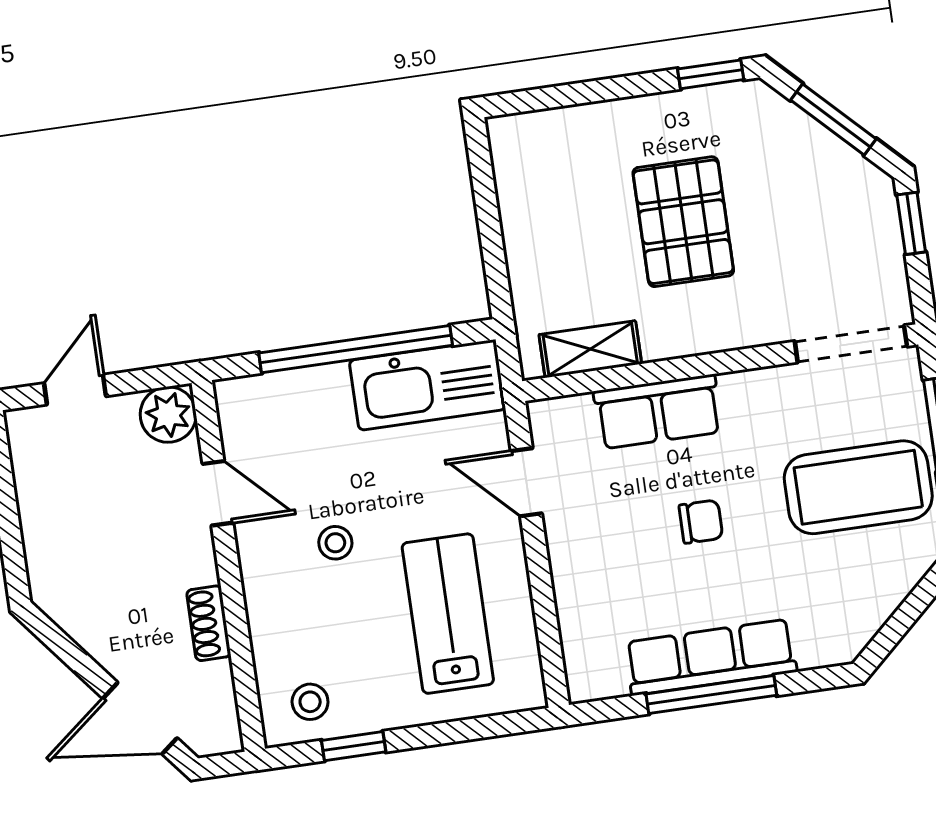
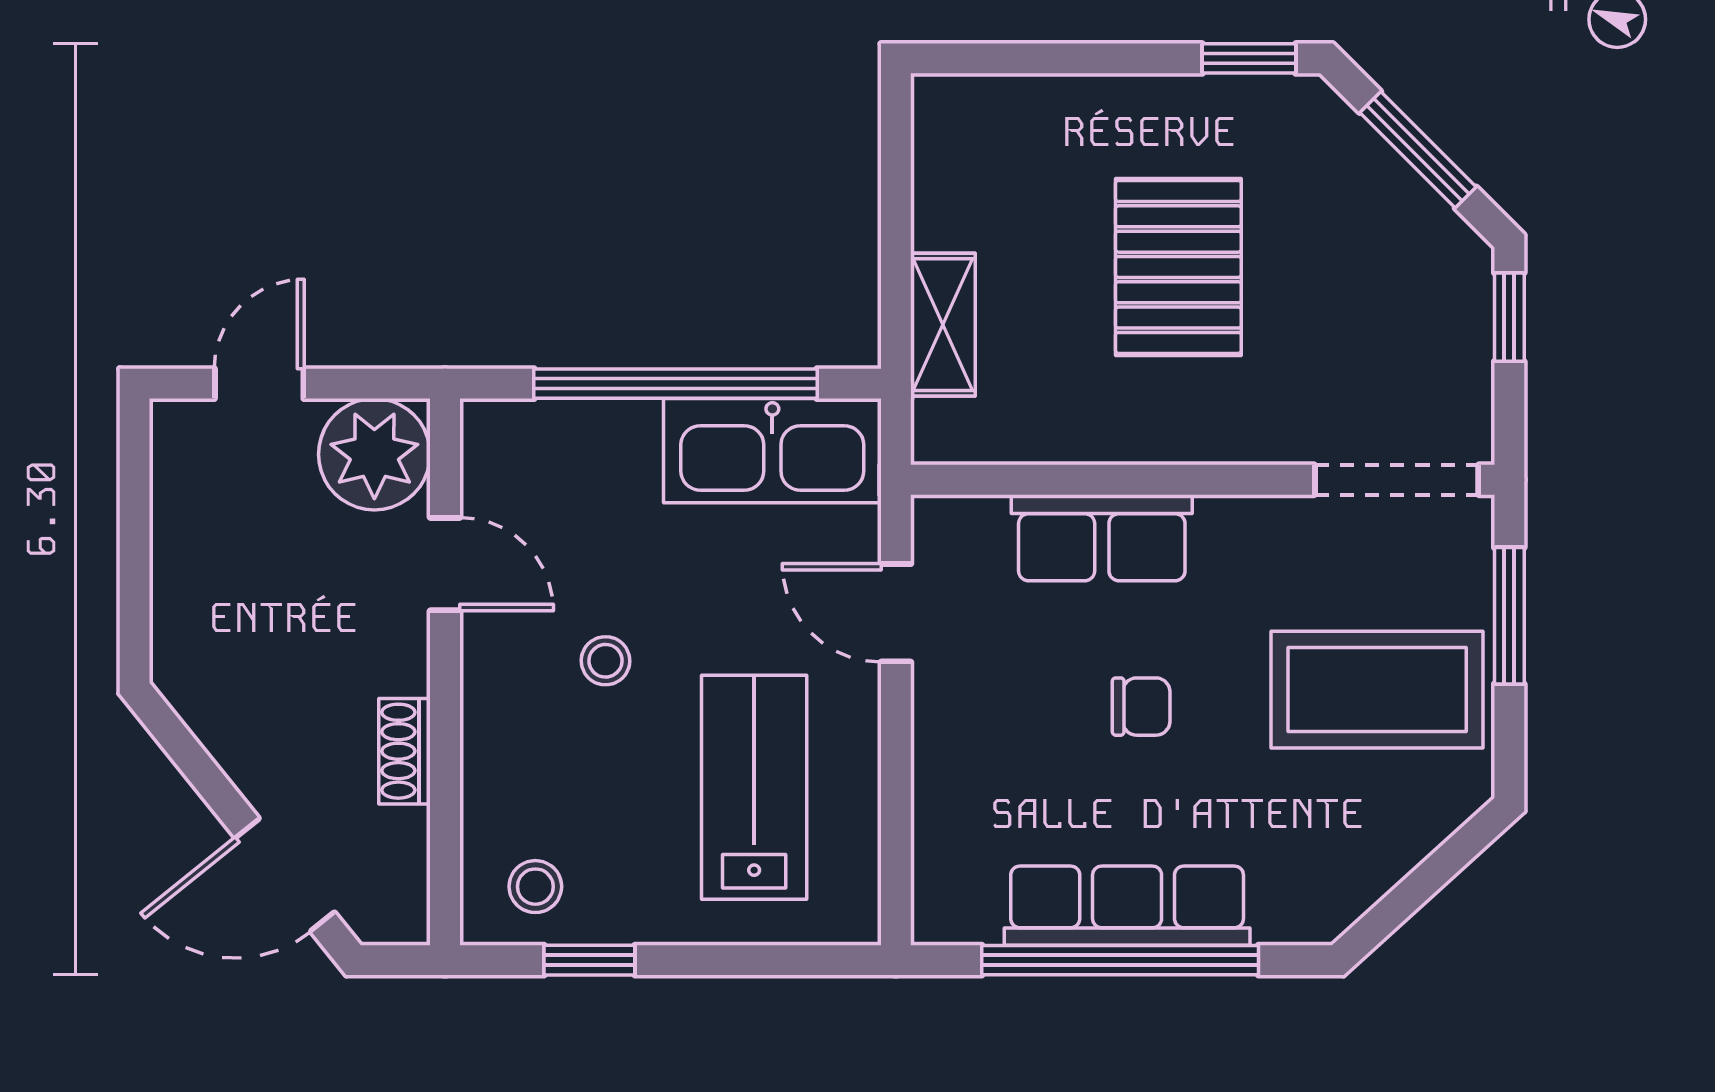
shelving: (590, 349) -> (943, 325), moved, turned 90
plant: (168, 415) -> (374, 454), width x1.36, depth x1.36
window: (711, 695) -> (1120, 960), width x1.46

